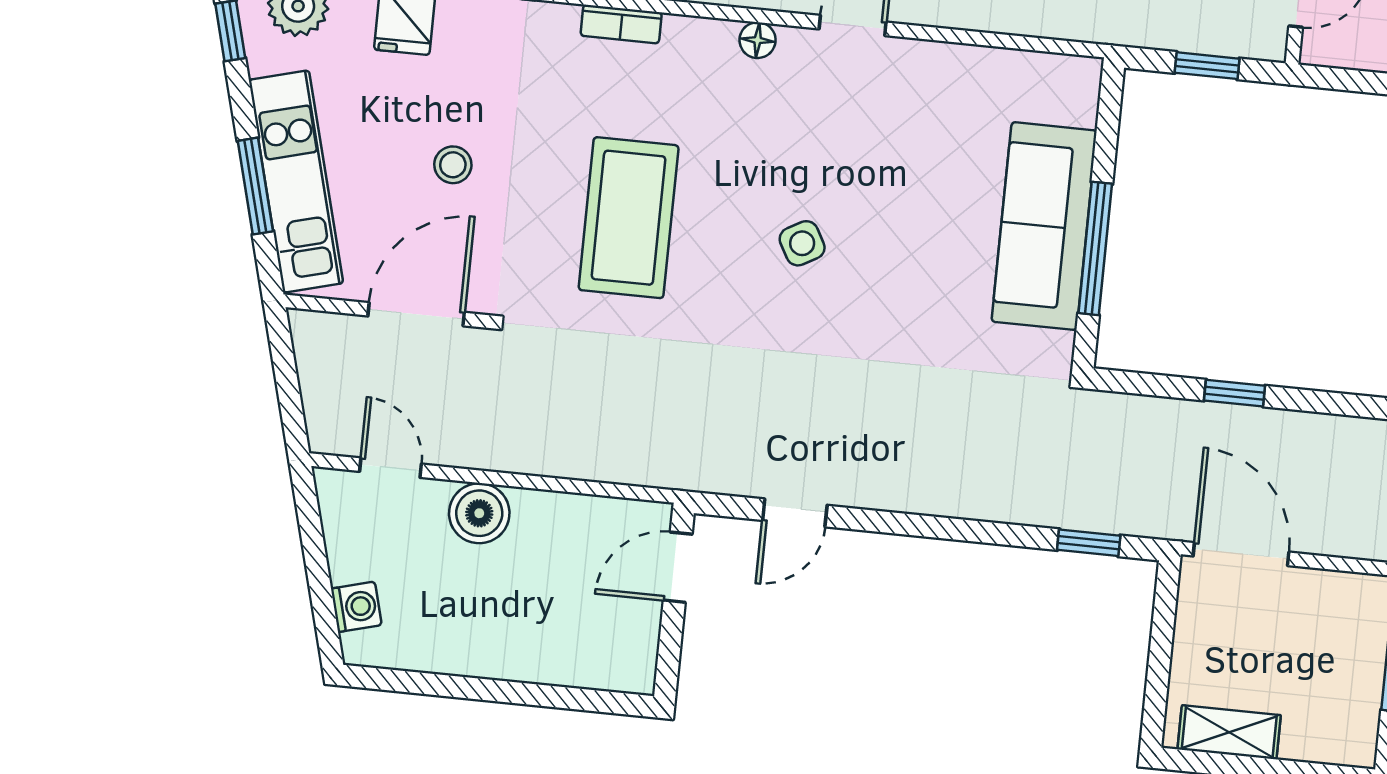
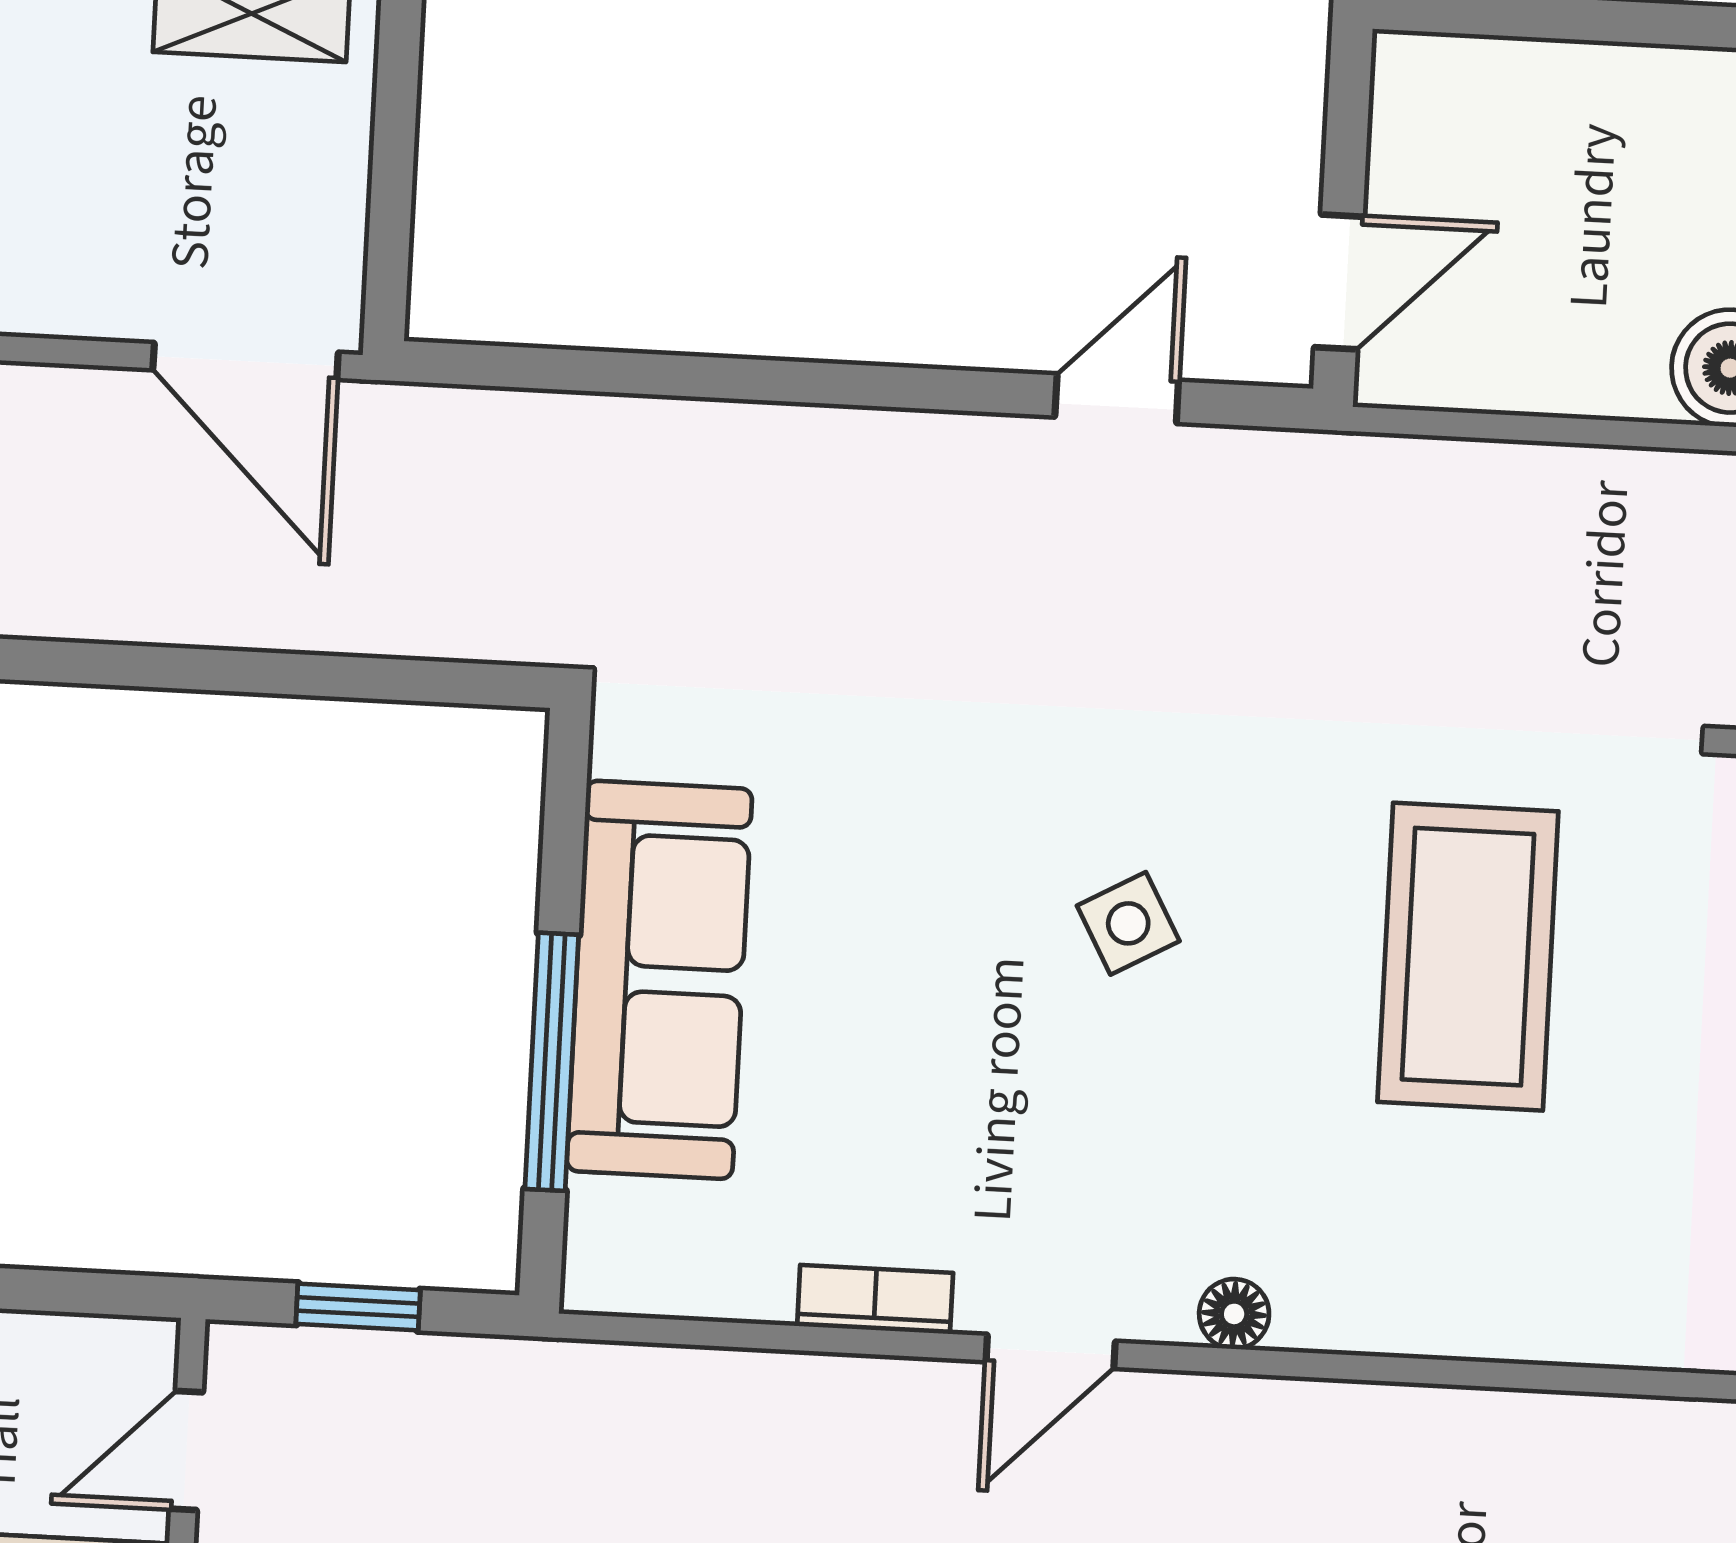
bookcase: (621, 24) -> (875, 1299), moved
window: (1095, 248) -> (552, 1062), moved
window: (1235, 393) -> (273, 673), removed
window: (1089, 543) -> (543, 369), removed

